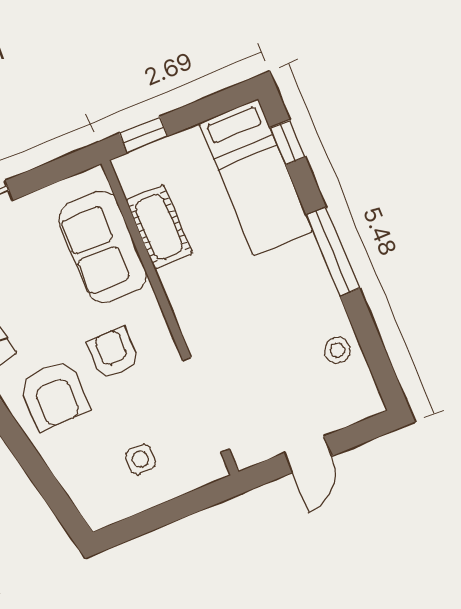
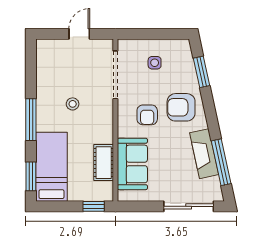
window: (288, 142) -> (31, 176), width x1.50
stool: (337, 350) -> (73, 104), moved
armchair: (54, 395) -> (181, 107), turned -90
window: (43, 479) -> (201, 72), added

